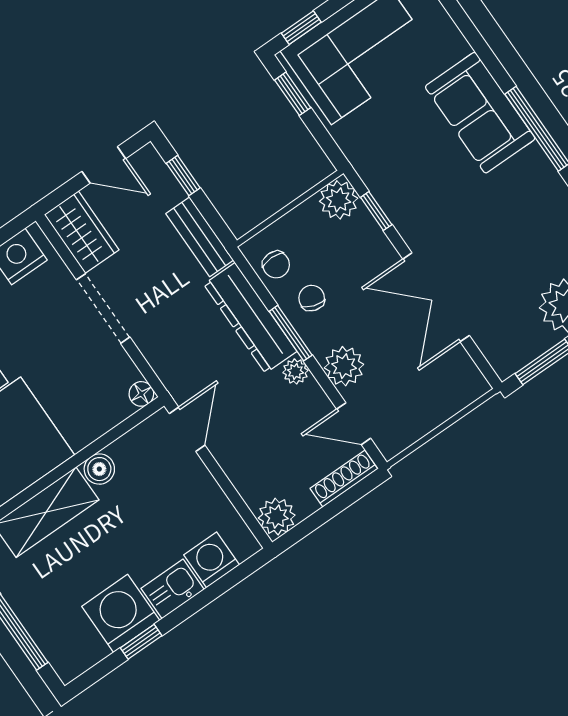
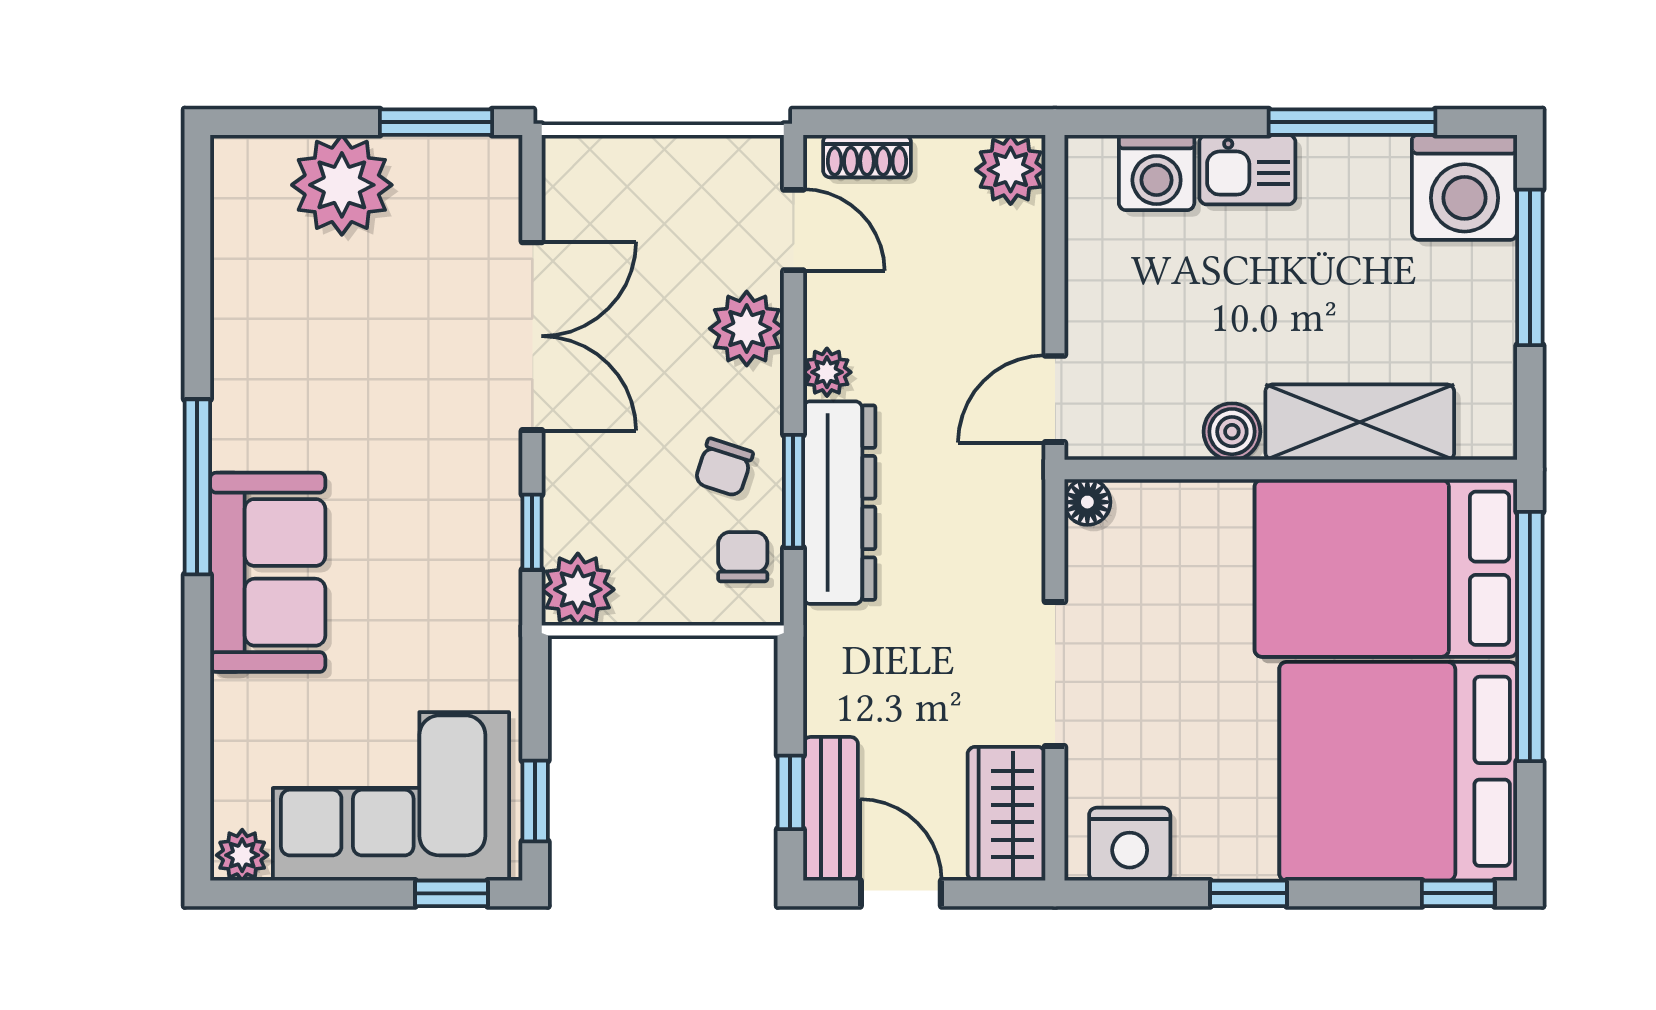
bench: (200, 237) -> (830, 809), moved
window: (291, 333) -> (793, 491), moved
shoe rack: (344, 479) -> (867, 156), width x0.70
washing machine: (121, 613) -> (1465, 187), moved
window: (141, 642) -> (1352, 122), width x2.17

